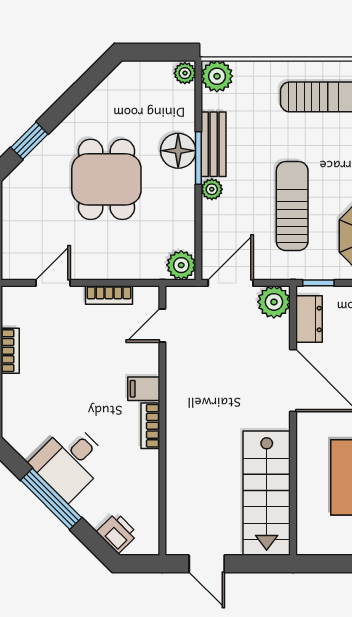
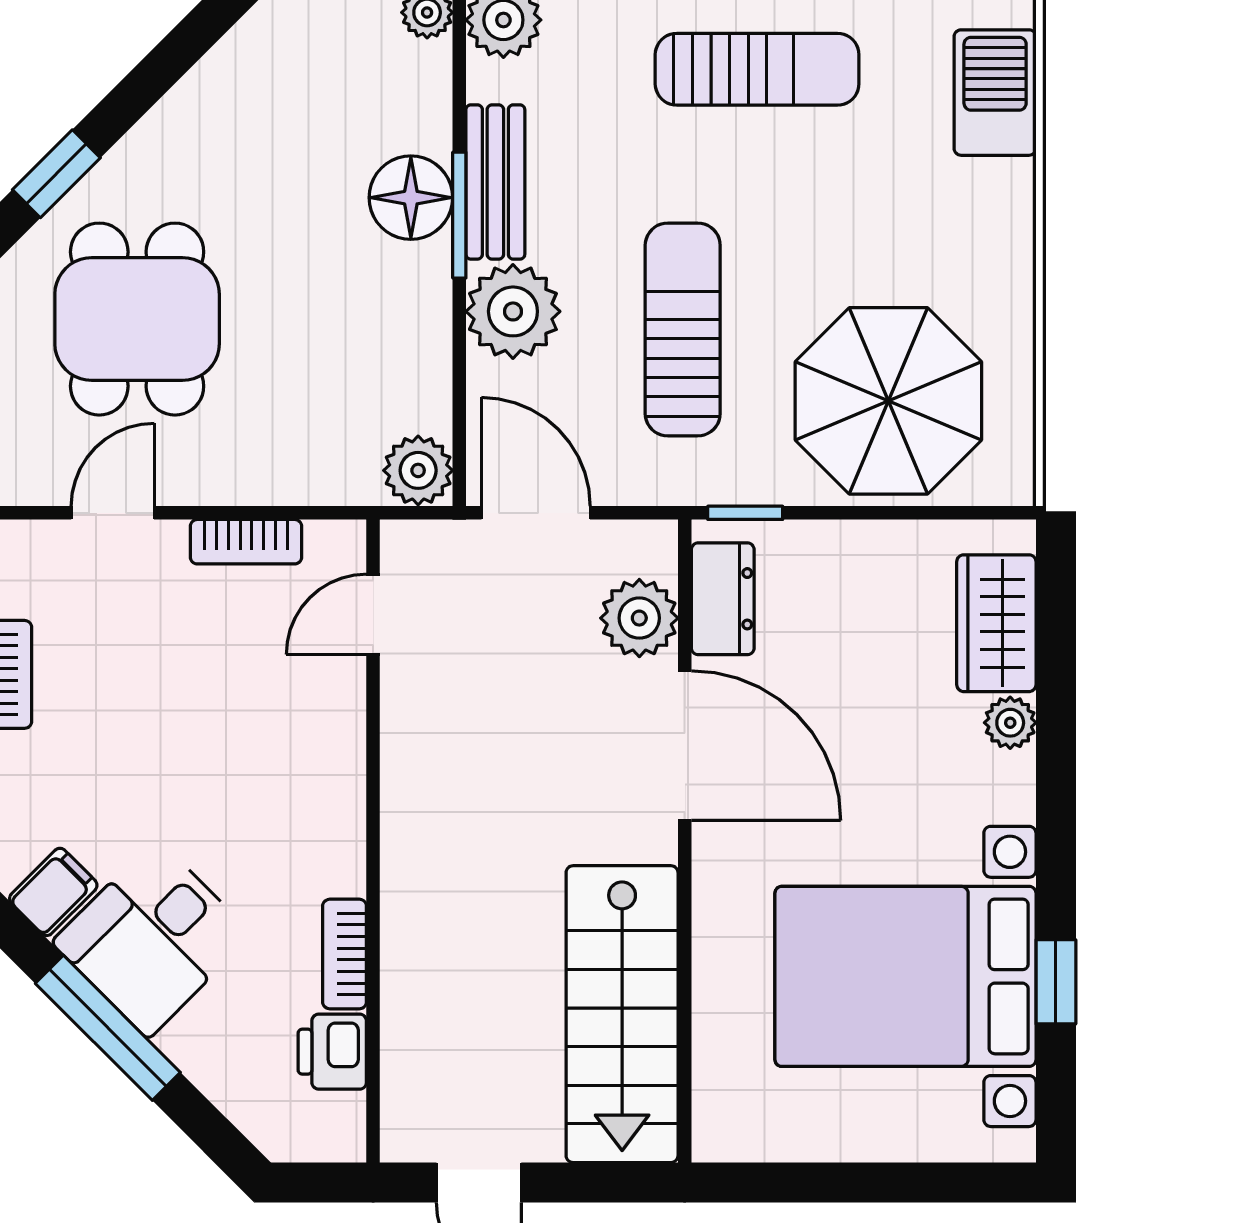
dining table: (106, 179) -> (137, 319), moved
plant: (212, 189) -> (513, 311), width x1.88, depth x1.88
door: (231, 283) -> (536, 513), hinge flipped
plant: (274, 302) -> (639, 618), moved
filing cabinet: (144, 389) -> (53, 892), moved, turned 135
bookcase: (150, 426) -> (345, 954), moved
printer: (117, 533) -> (332, 1052), moved, turned -135

